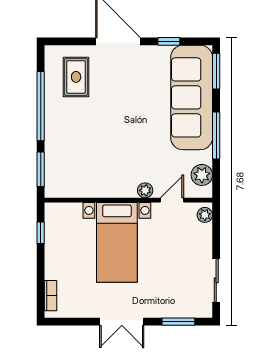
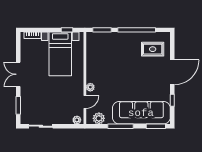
door: (172, 200) -> (85, 102), hinge flipped
bed with nightstands: (117, 242) -> (60, 54), moved, turned -90

